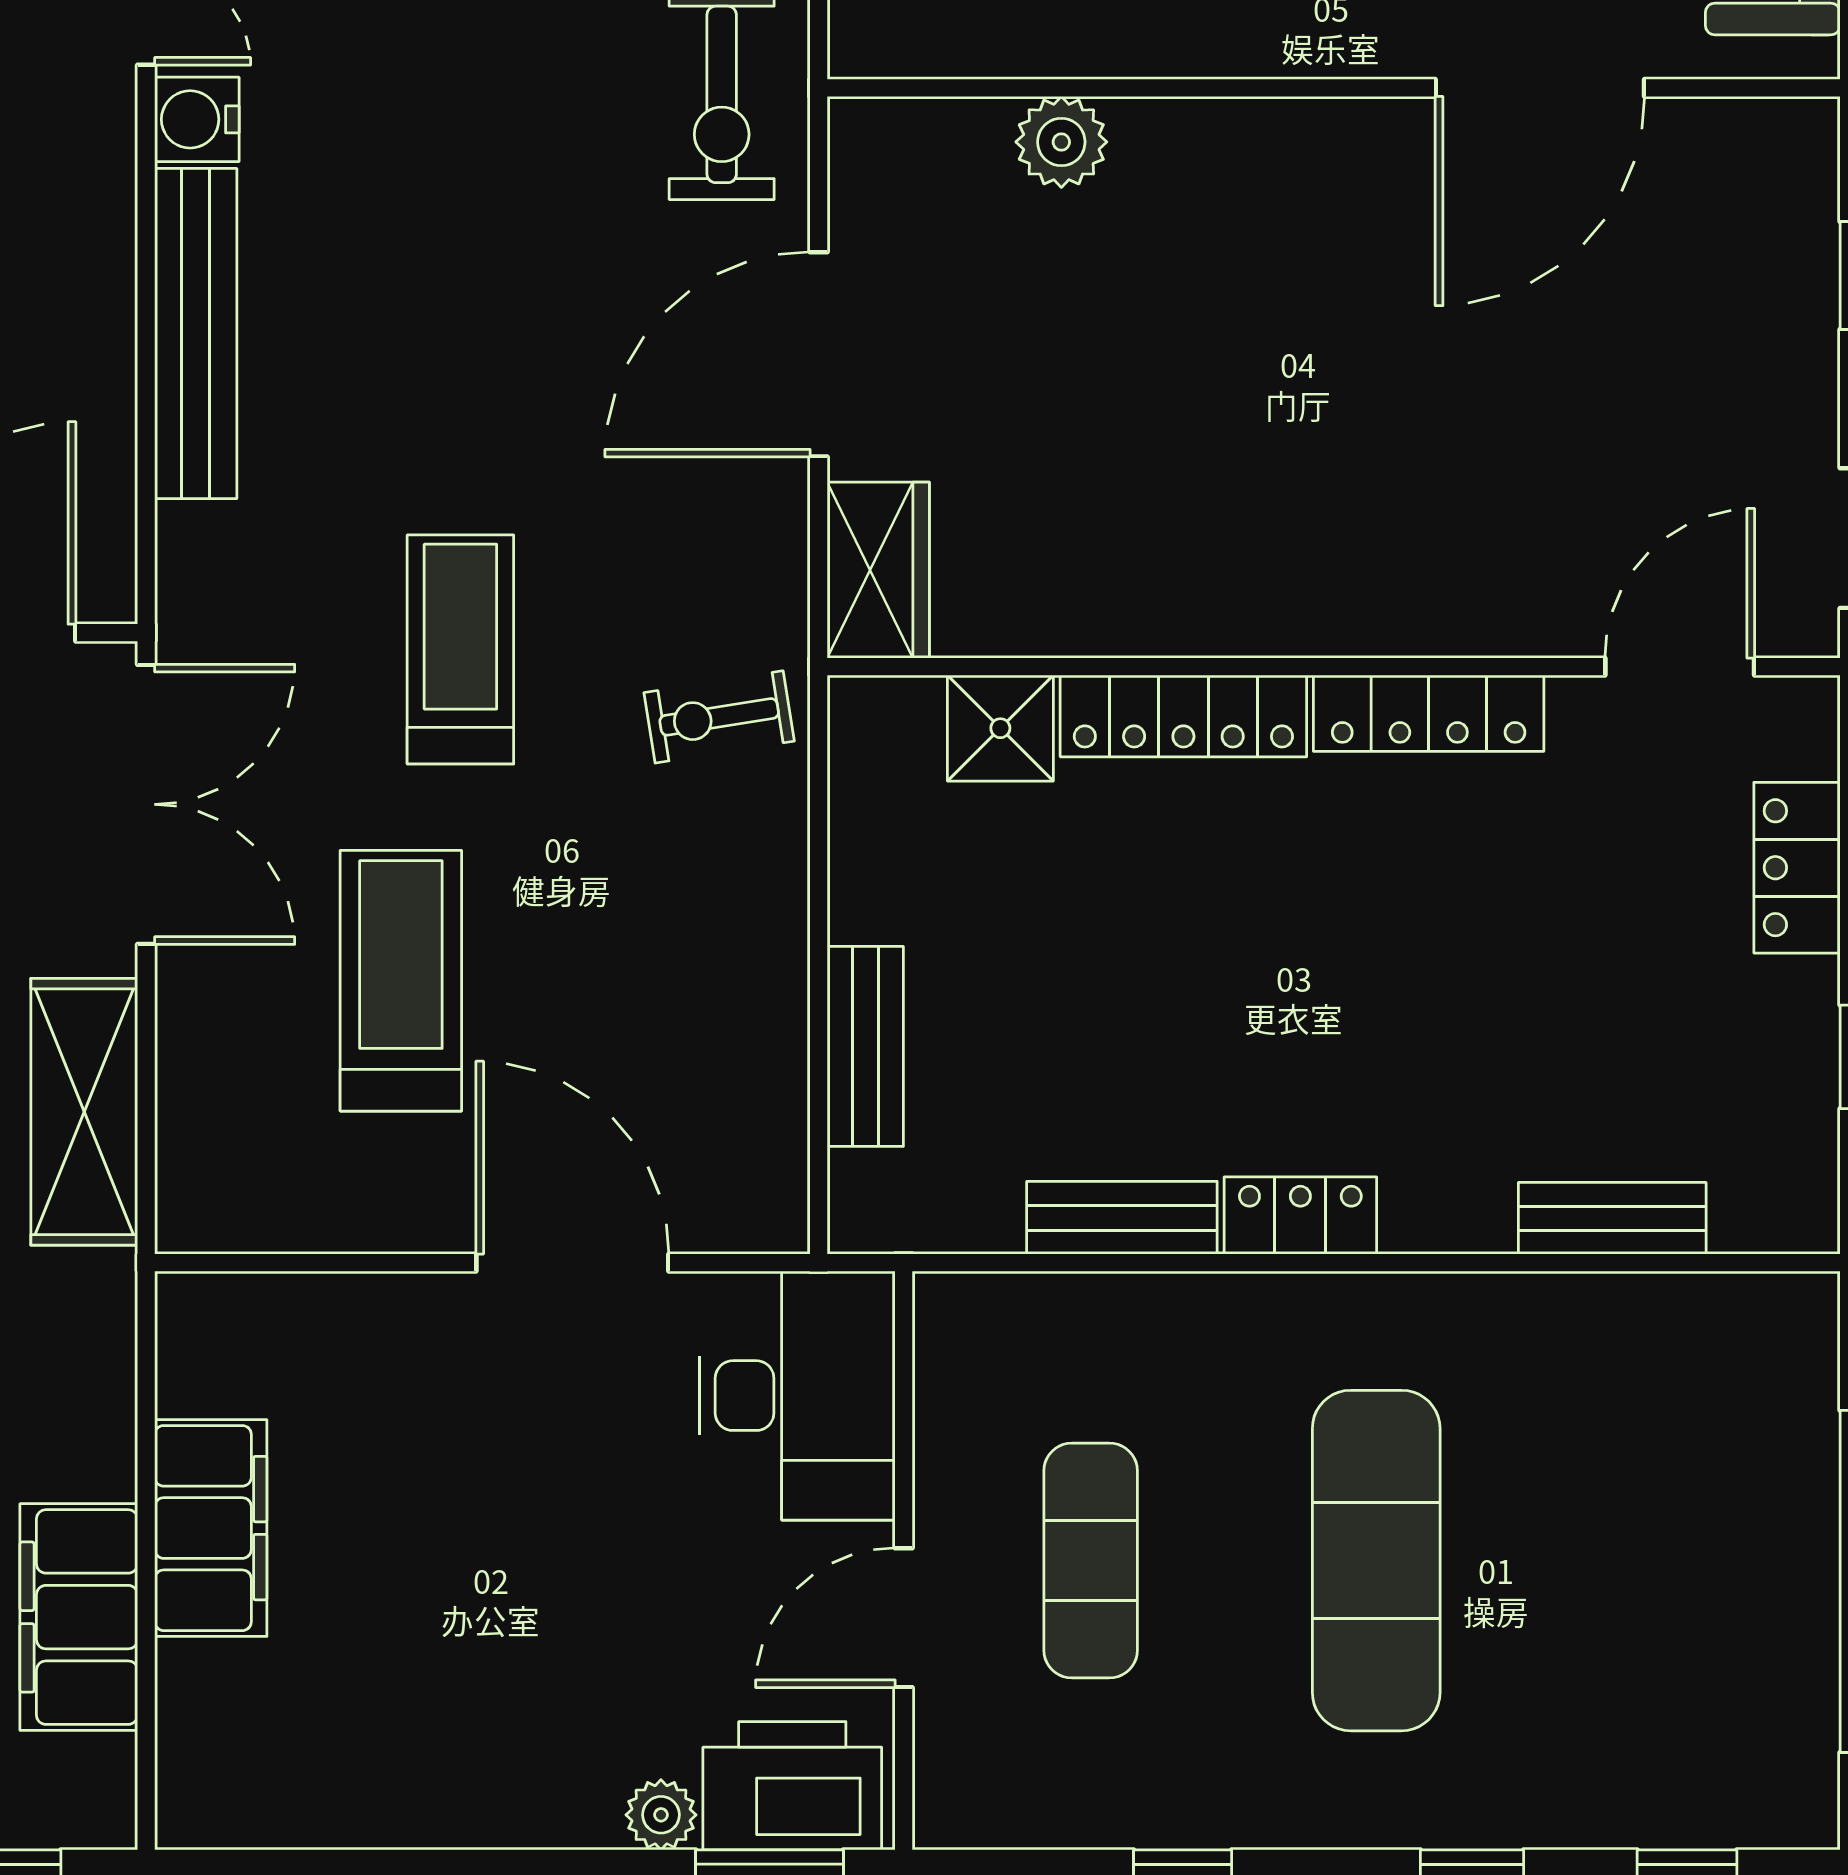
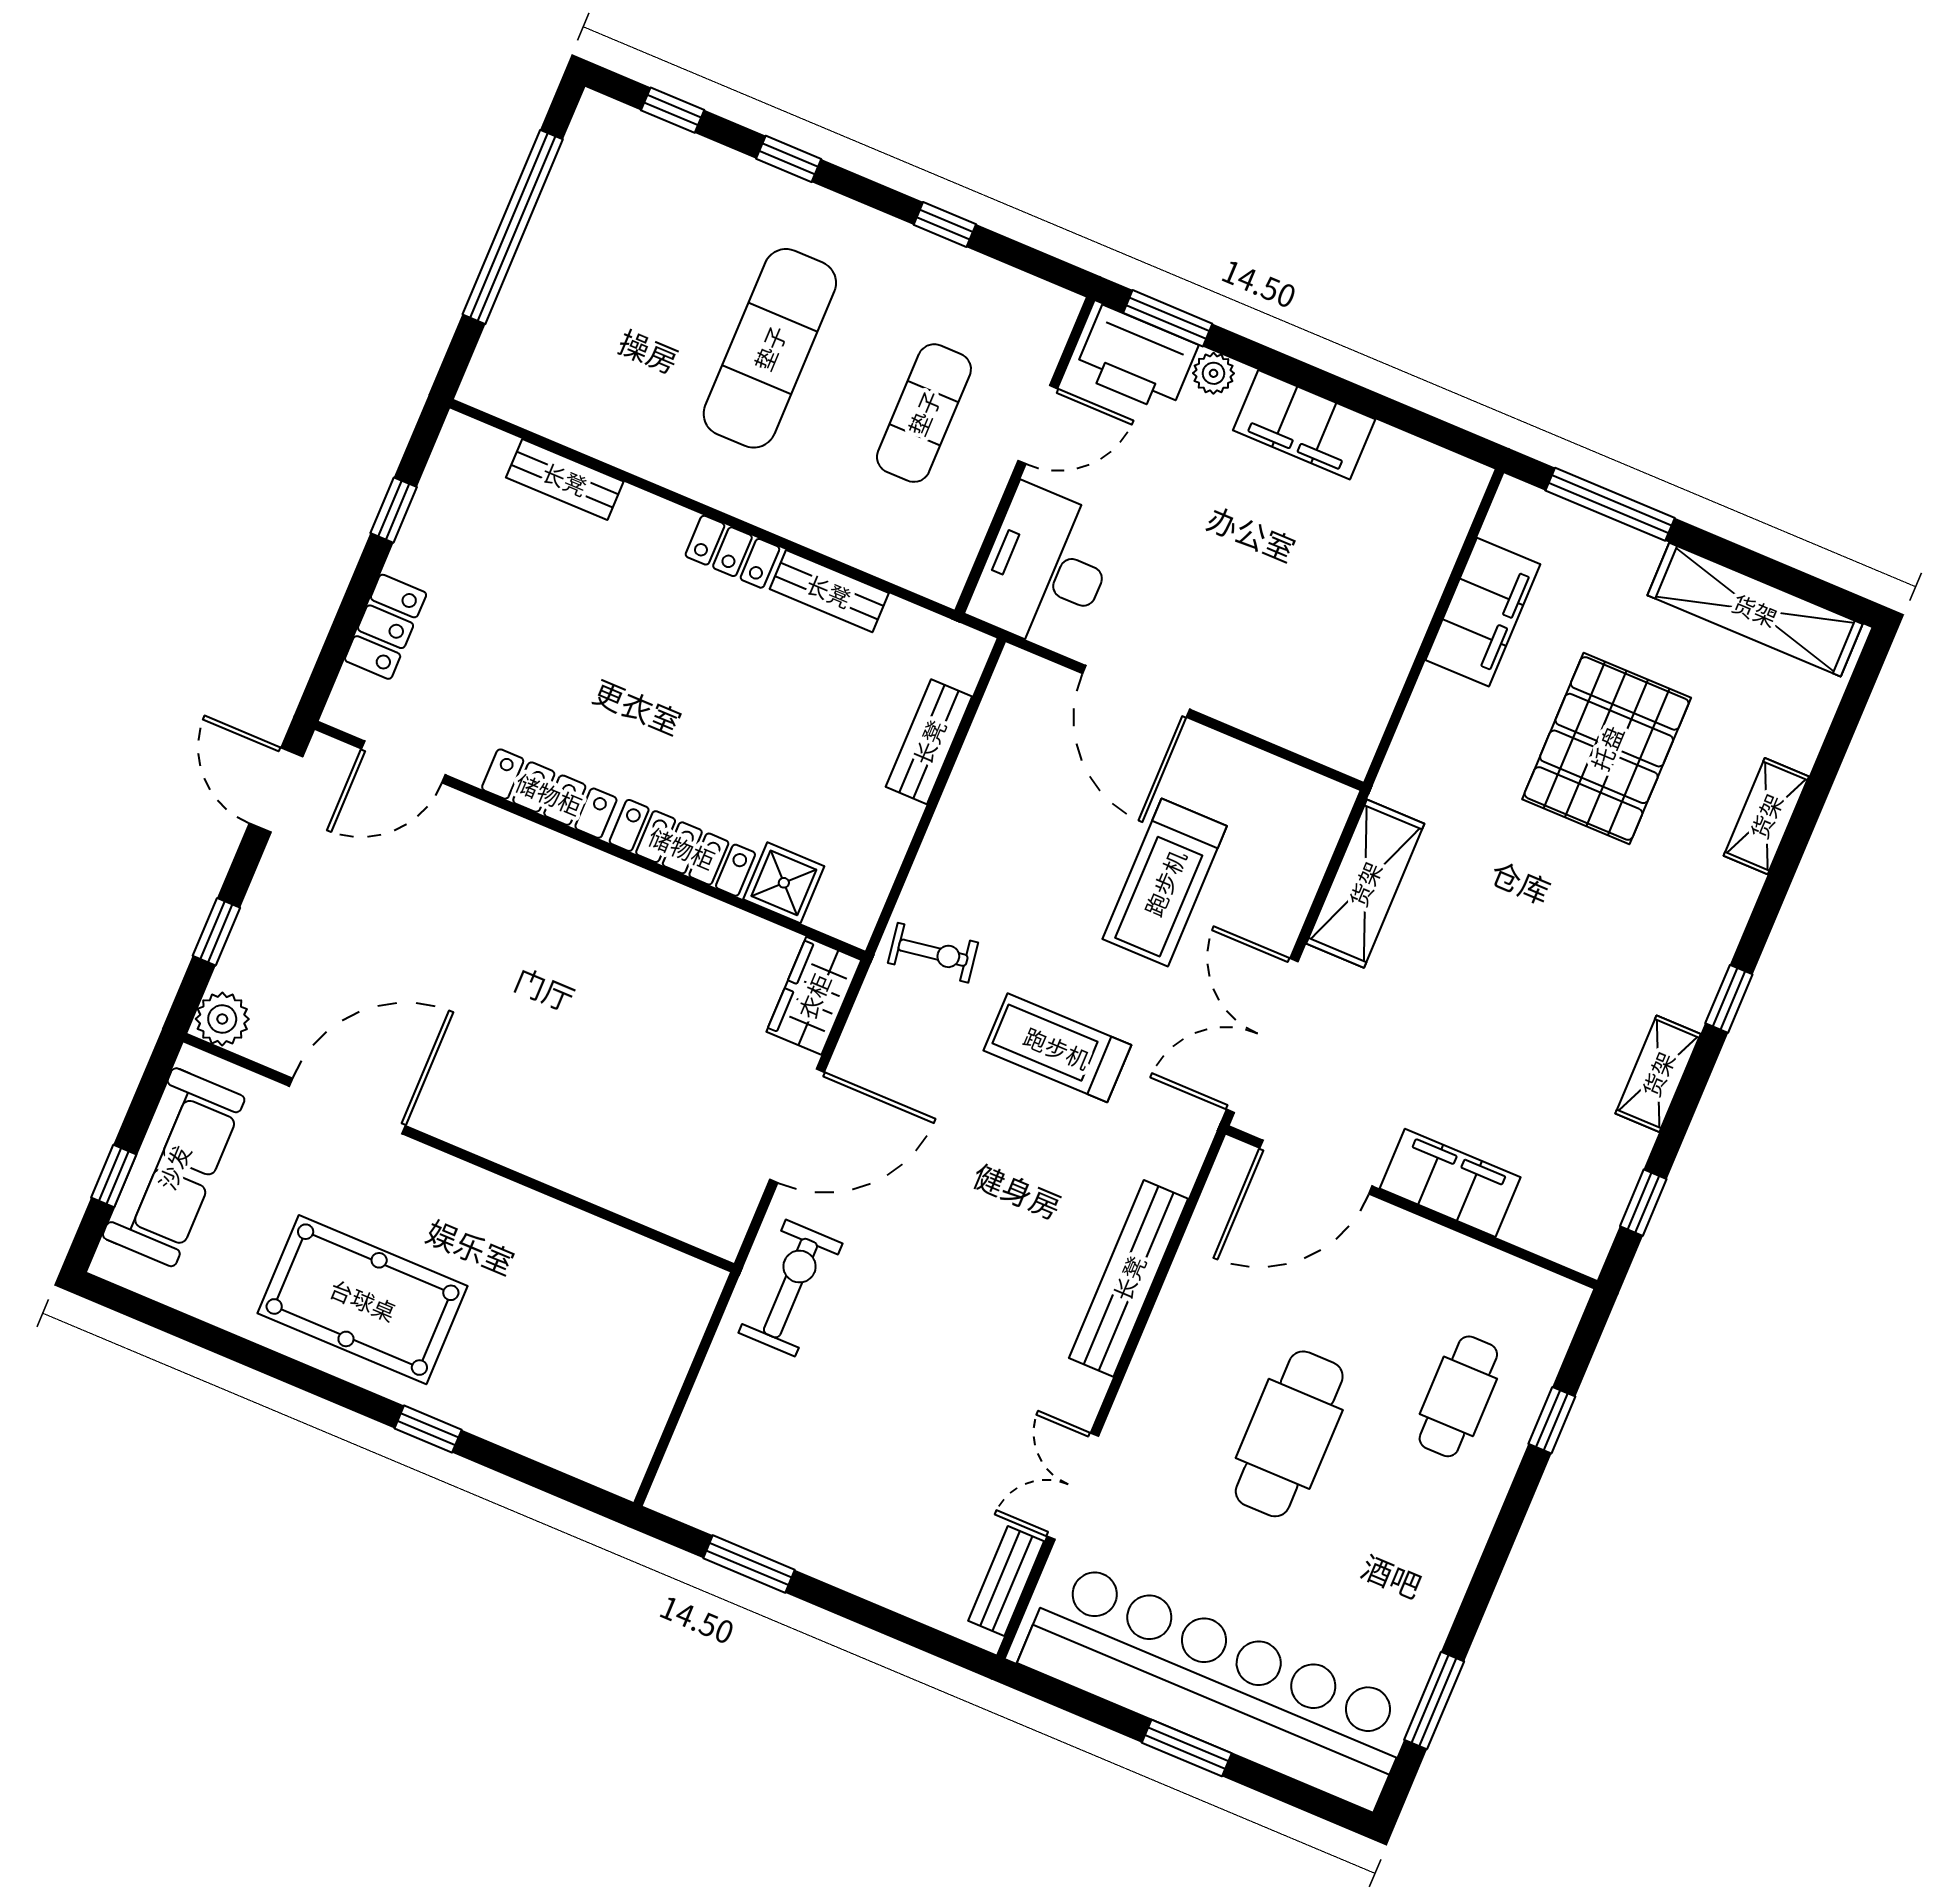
water cooler: (197, 119) -> (1079, 1394), removed
plant: (1061, 142) -> (222, 1019), moved
treadmill: (460, 649) -> (1057, 1048), turned 90
filing cabinet: (211, 1528) -> (1304, 425), moved, turned -90

